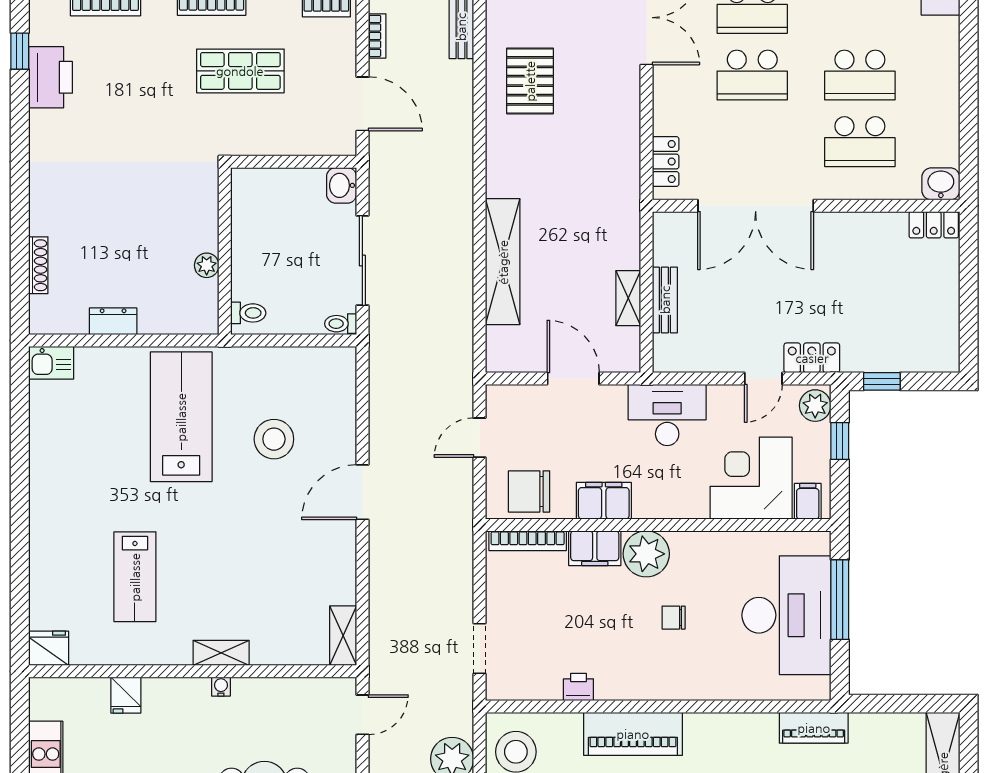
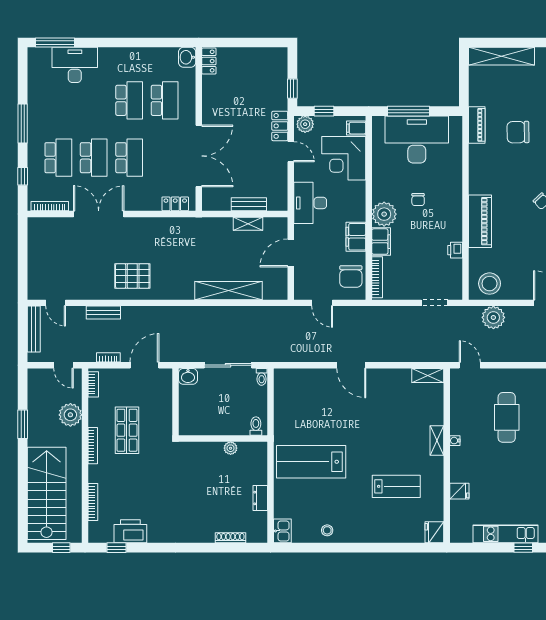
stool: (274, 439) -> (327, 530), moved, width x0.53, depth x0.53

